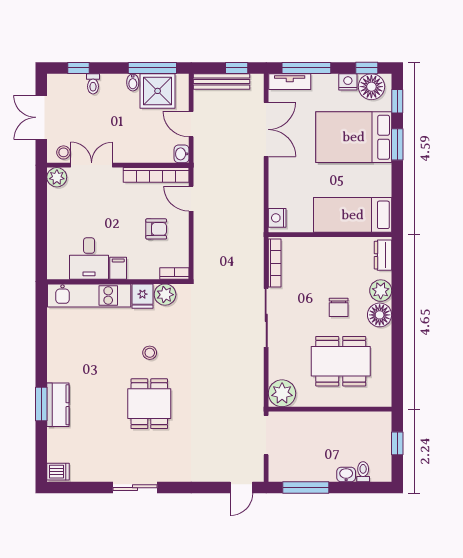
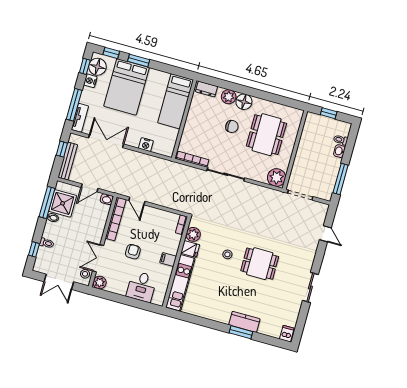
door: (191, 199) -> (137, 201), hinge flipped
nightstand: (277, 218) -> (146, 145), moved
armchair: (156, 229) -> (133, 252), moved
desk: (89, 258) -> (142, 287), moved, turned 90
door: (241, 488) -> (325, 234), moved

